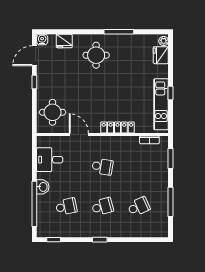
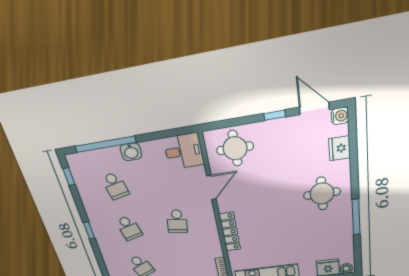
desk: (50, 160) -> (184, 151), moved, turned 90

